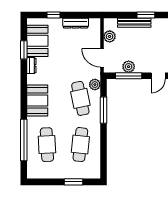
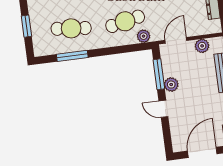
plant: (129, 67) -> (171, 85), moved
window: (104, 110) -> (72, 56), moved

